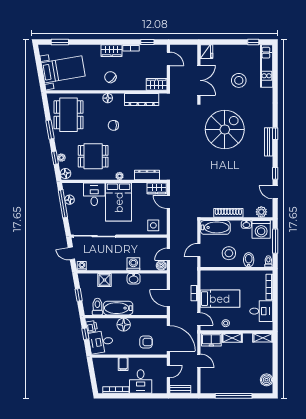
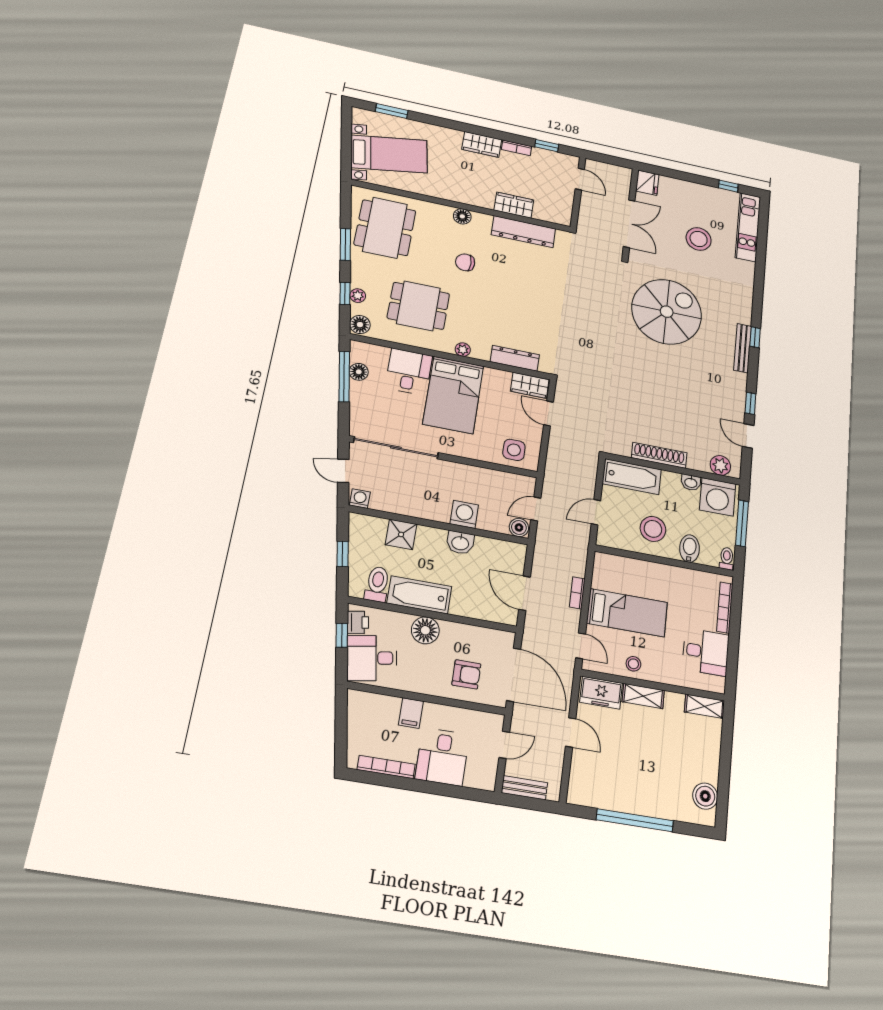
chair: (110, 77) -> (473, 185), removed
wardrobe: (157, 84) -> (514, 205), moved

